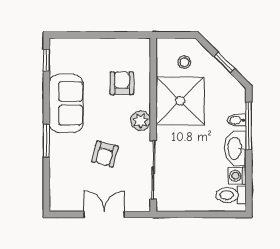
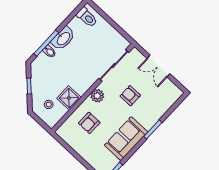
shower: (180, 101) -> (69, 98), width x0.54, depth x0.54
armchair: (105, 154) -> (130, 96), turned -105
washing machine: (237, 176) -> (75, 24), removed

